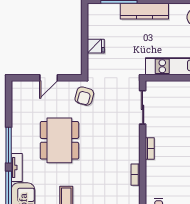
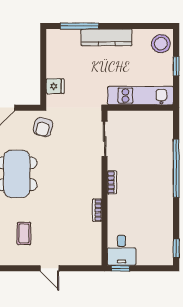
fridge: (96, 46) -> (55, 86), moved

